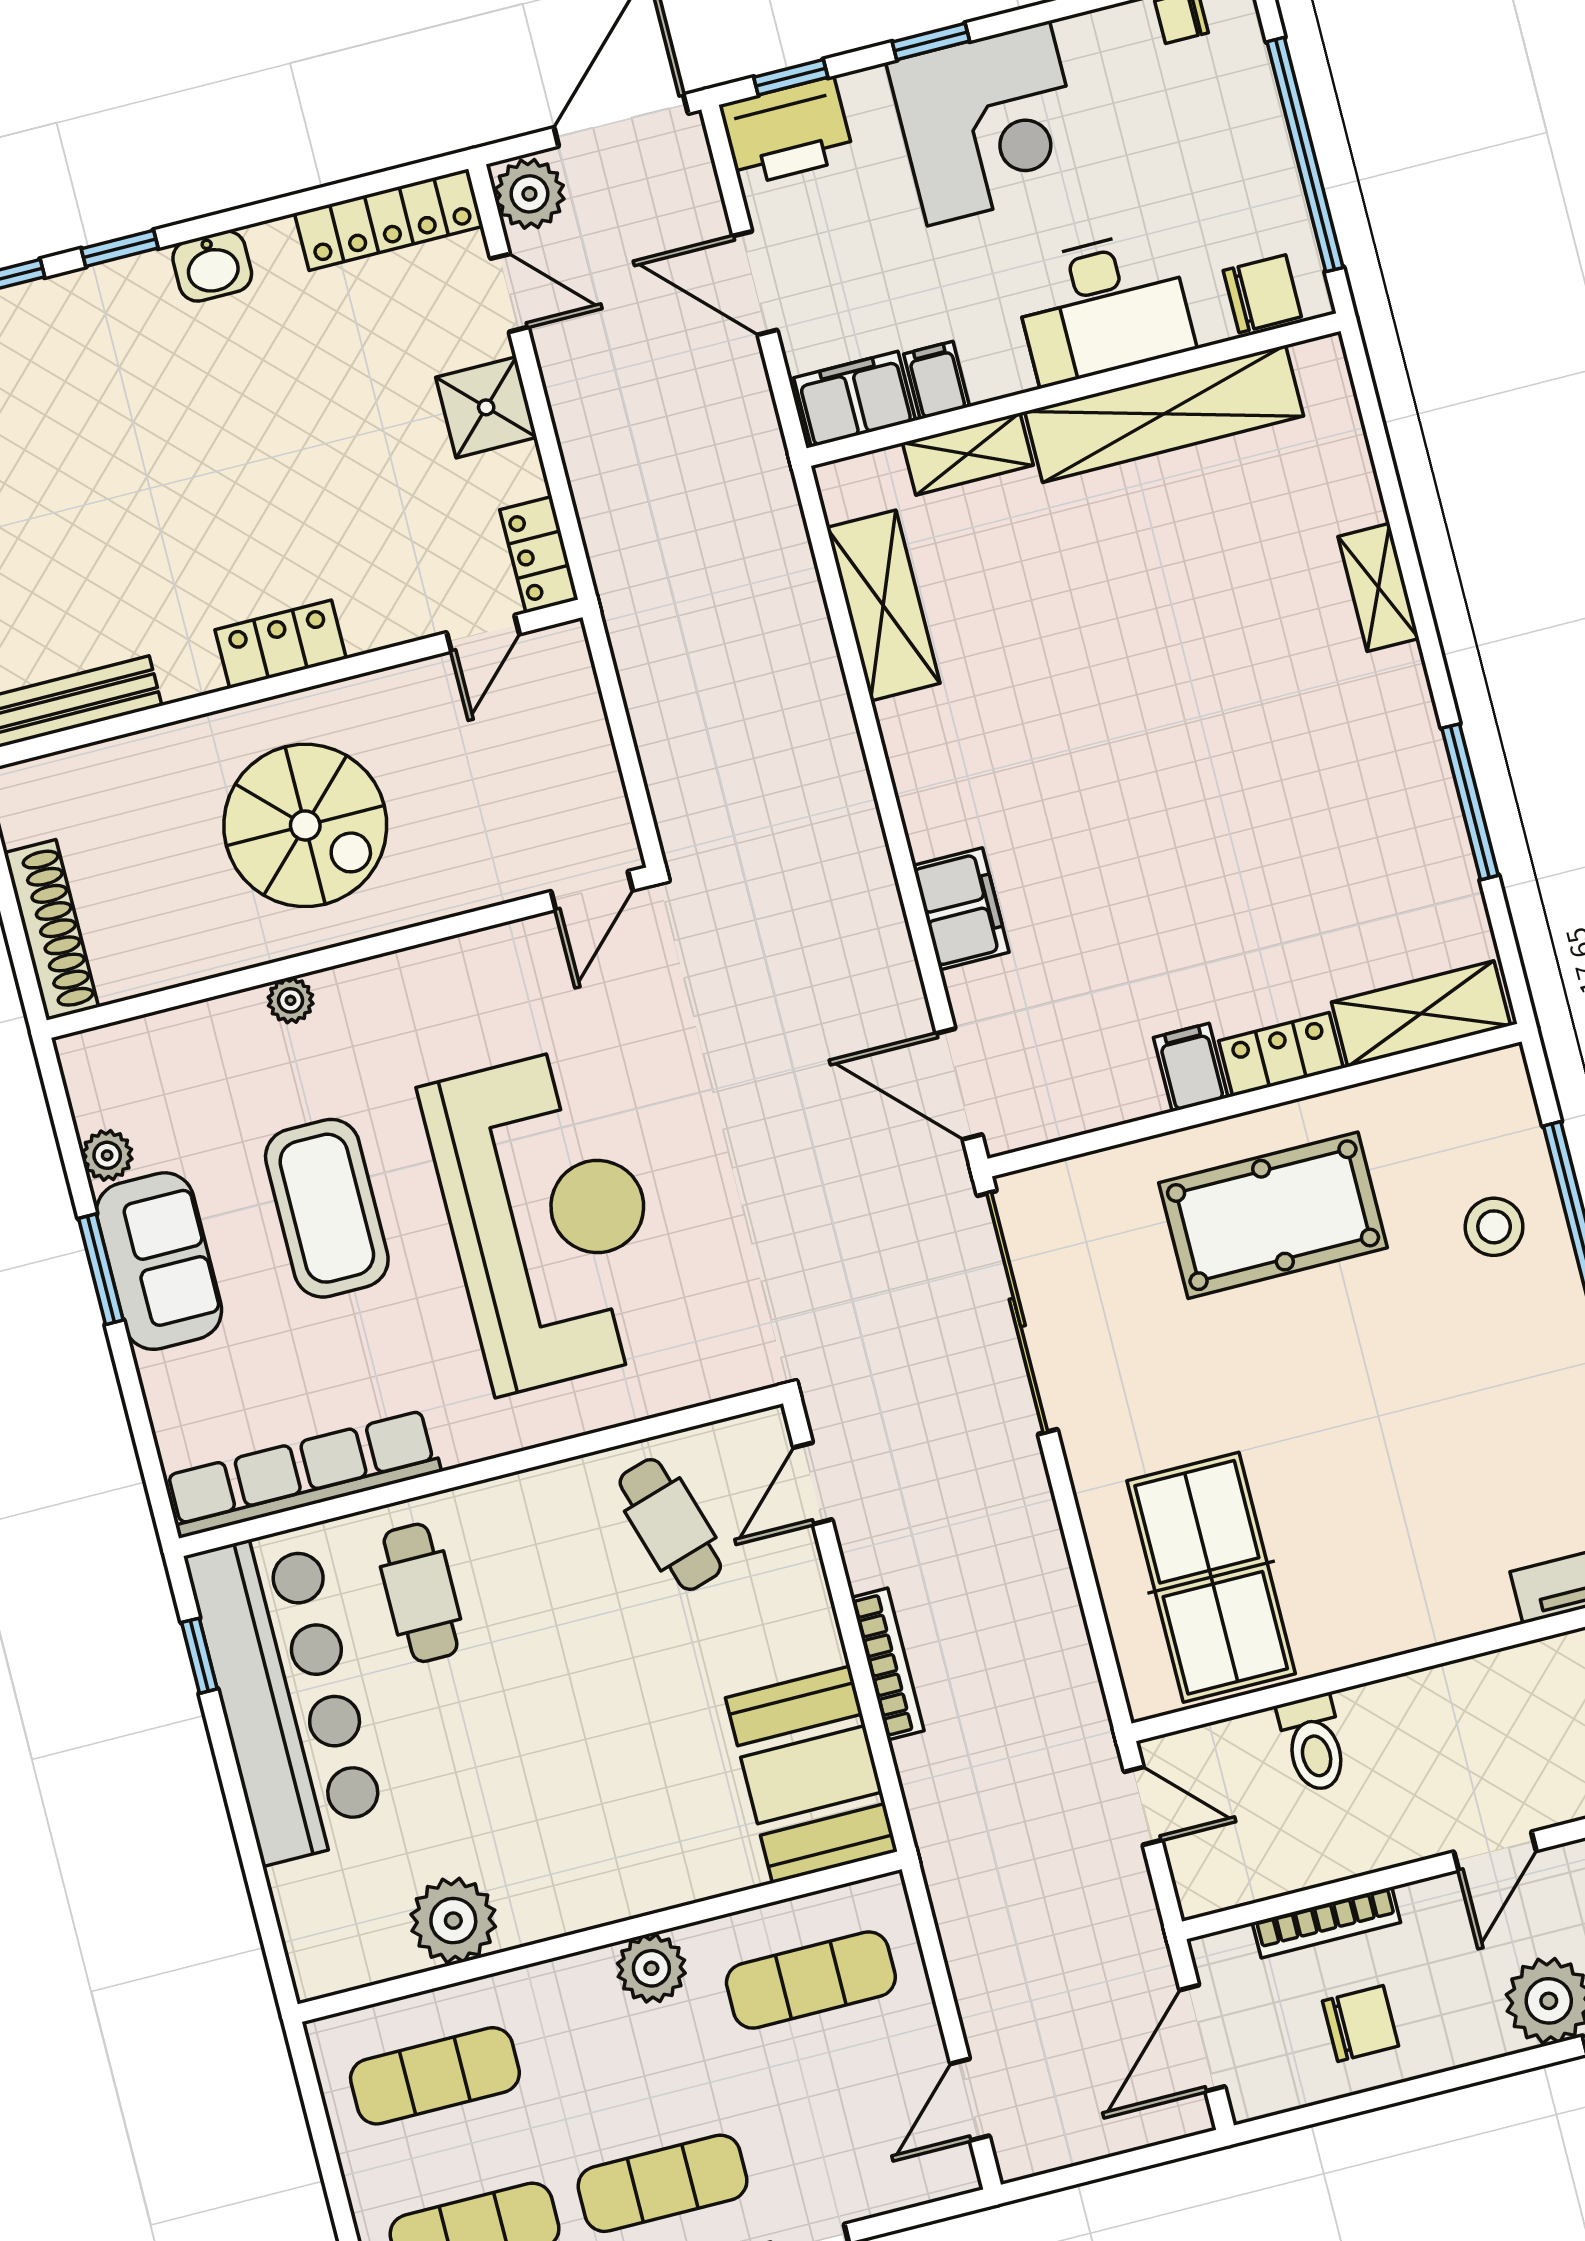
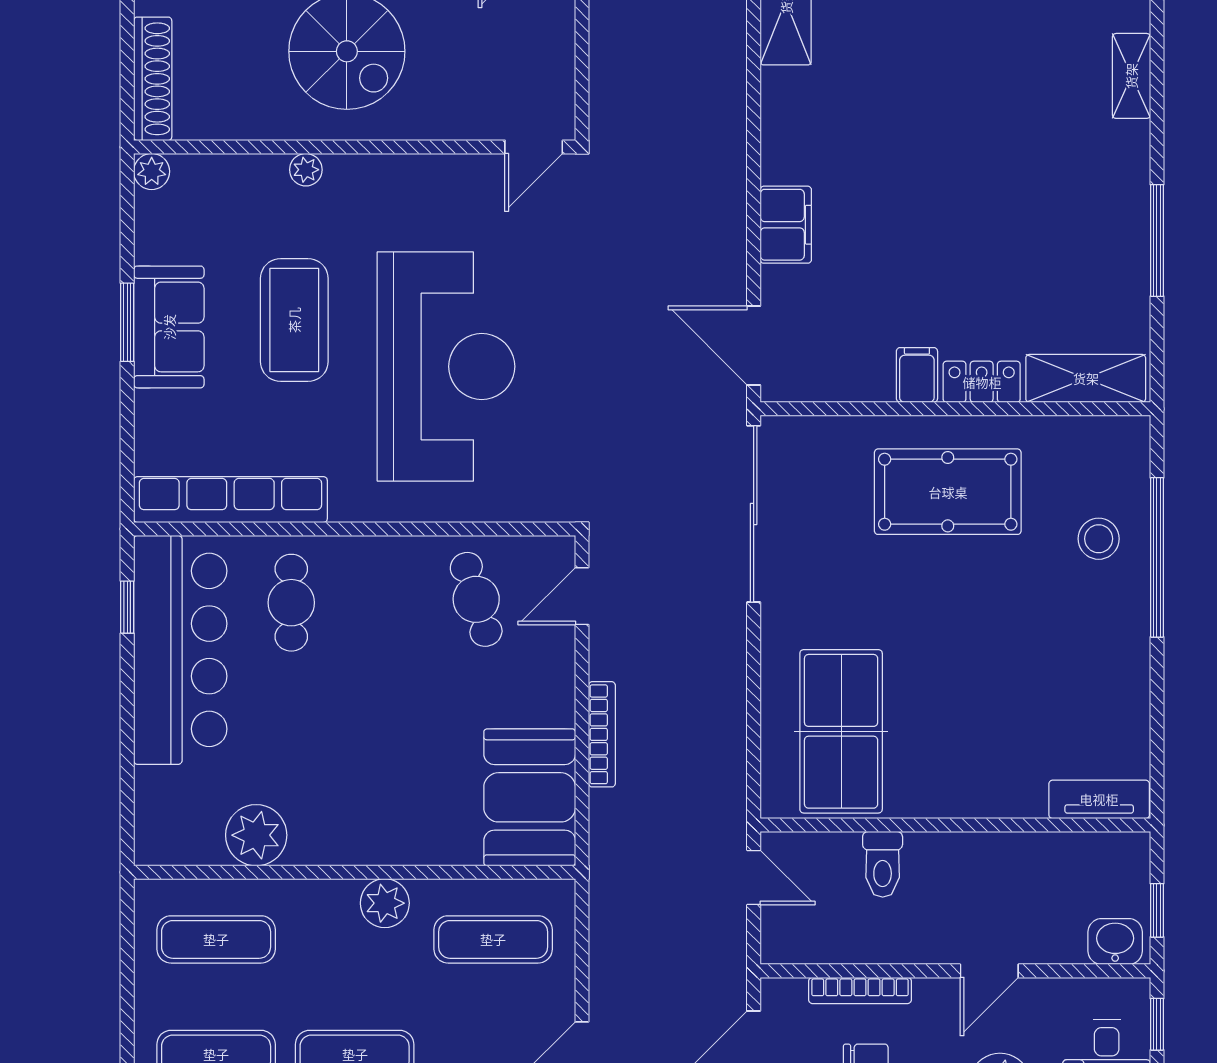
plant: (107, 1155) -> (152, 171), moved

